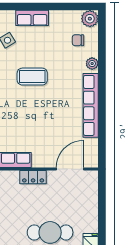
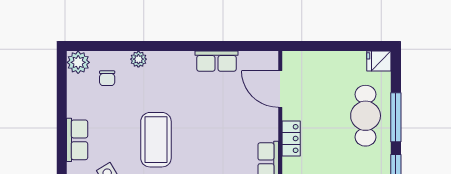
coffee table: (32, 77) -> (156, 140), width x1.36, depth x1.32
row of seats: (91, 105) -> (216, 61), width x0.50

